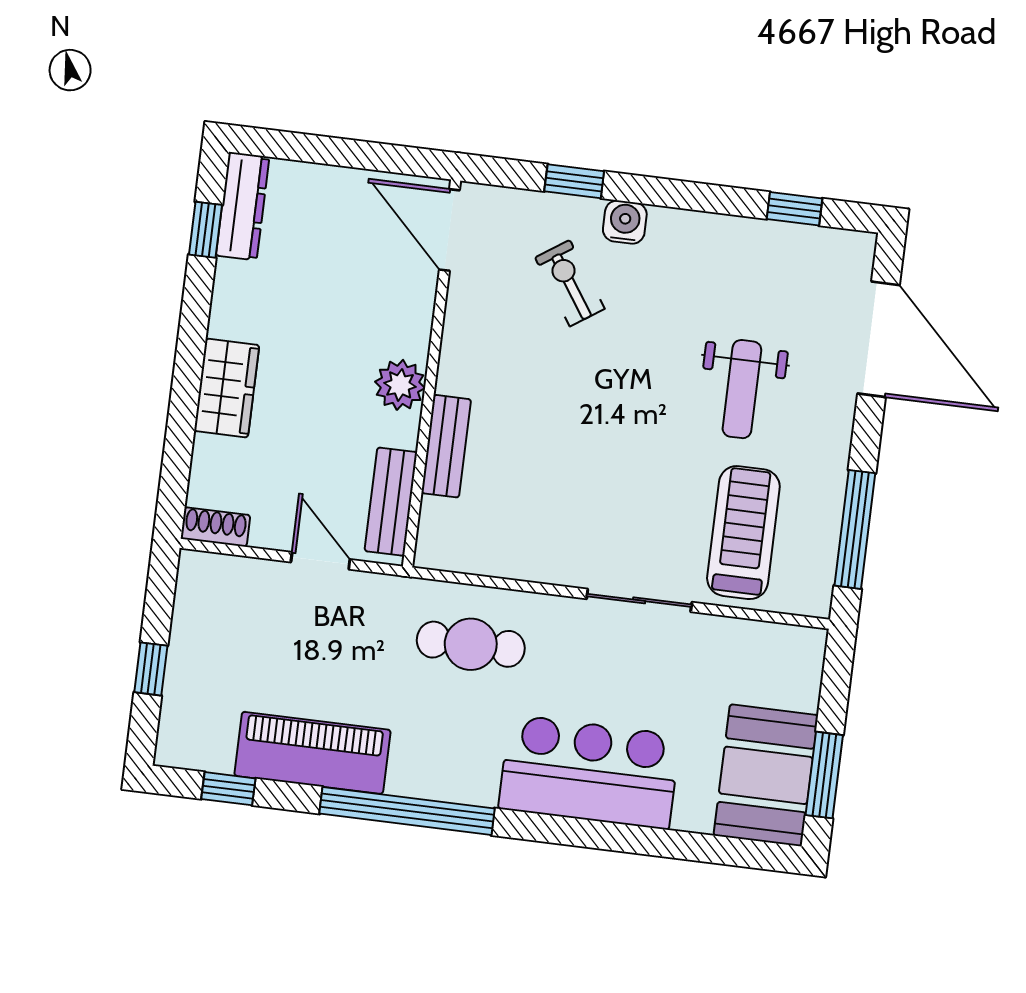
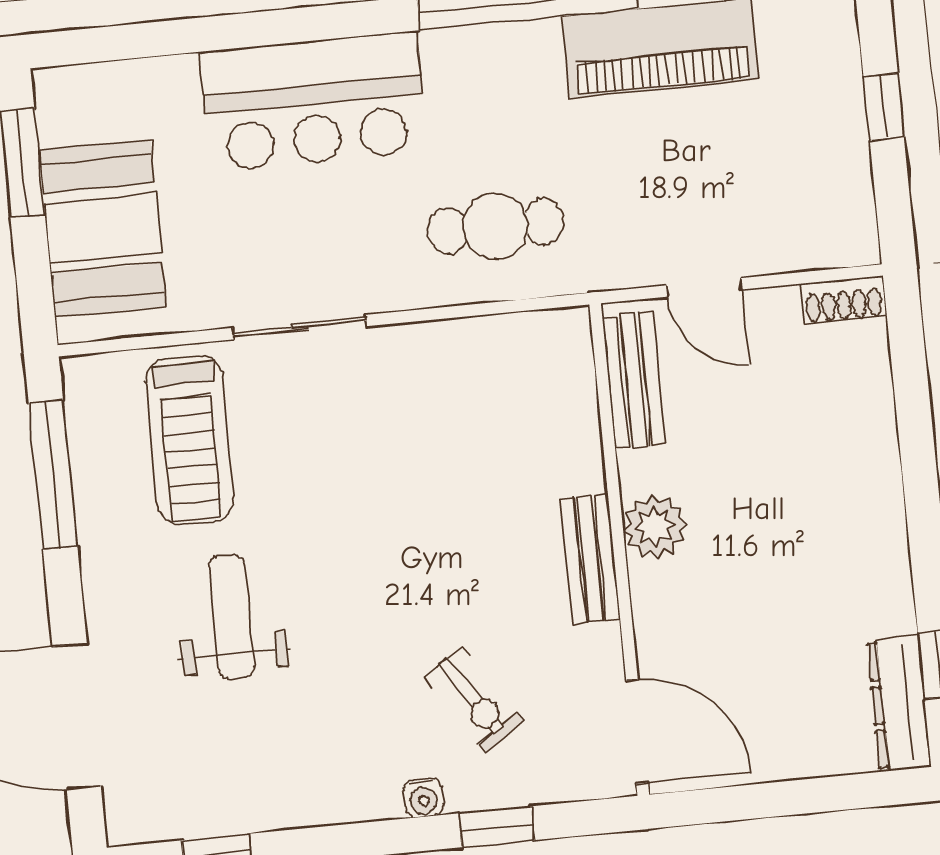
water cooler: (625, 222) -> (423, 798), width x0.72, depth x0.72
wardrobe: (227, 388) -> (868, 475), removed
bench: (446, 446) -> (590, 559), moved
booth: (766, 775) -> (102, 228), moved

